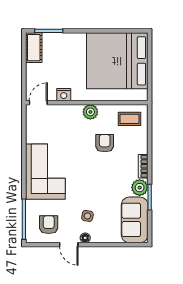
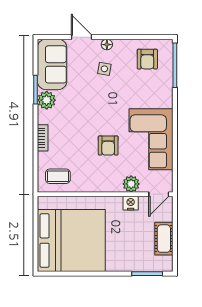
cot: (34, 48) -> (164, 239), moved
plant: (90, 112) -> (131, 184), moved
armchair: (105, 143) -> (108, 146), moved
bookcase: (143, 166) -> (43, 138), moved
corner sofa: (45, 172) -> (151, 139), moved
door: (69, 245) -> (82, 37), moved

